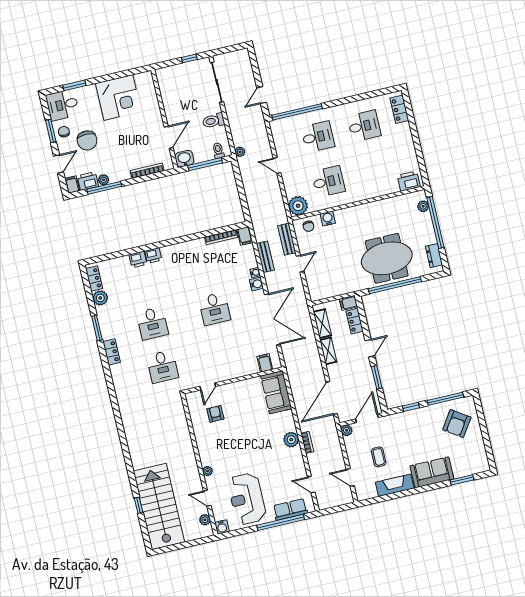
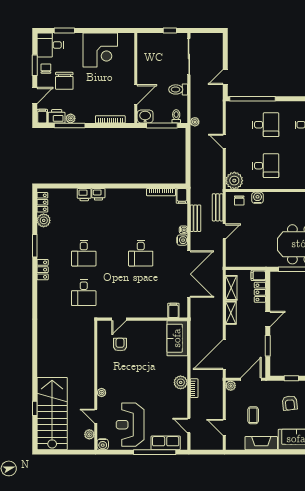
armchair: (416, 434) -> (290, 403), added

